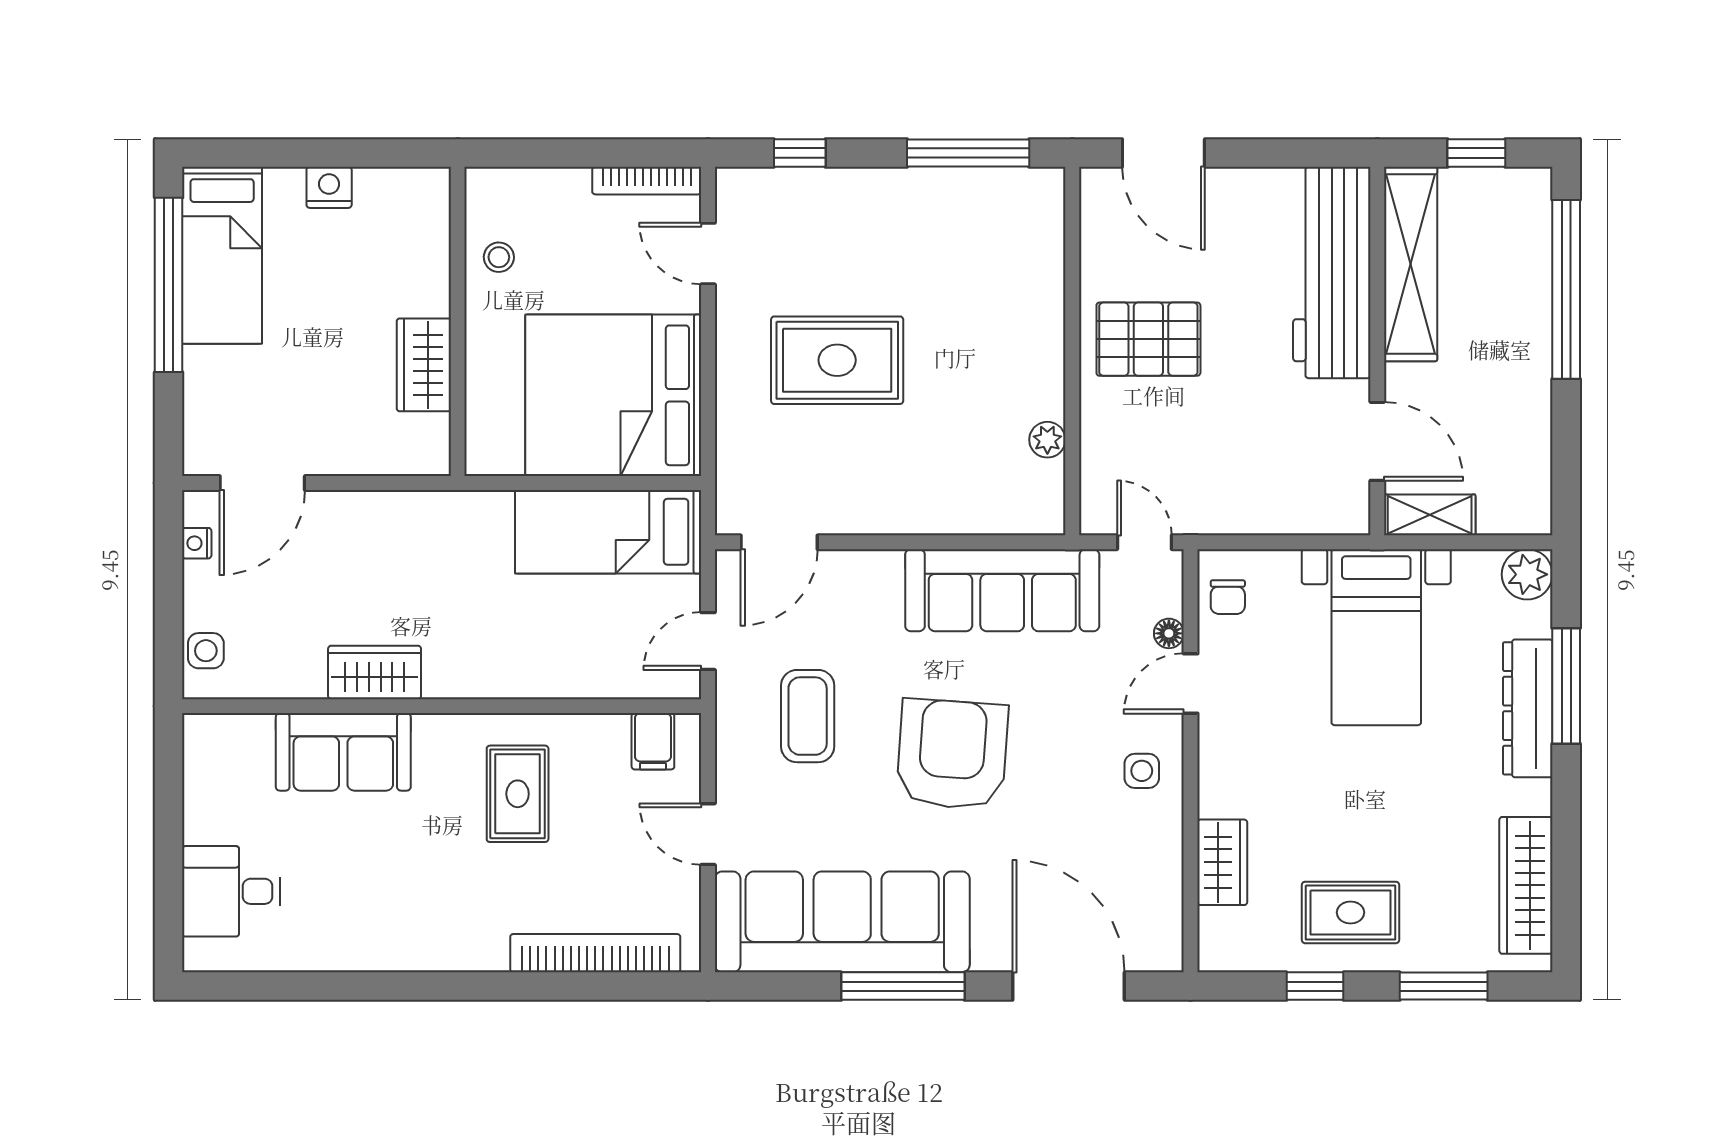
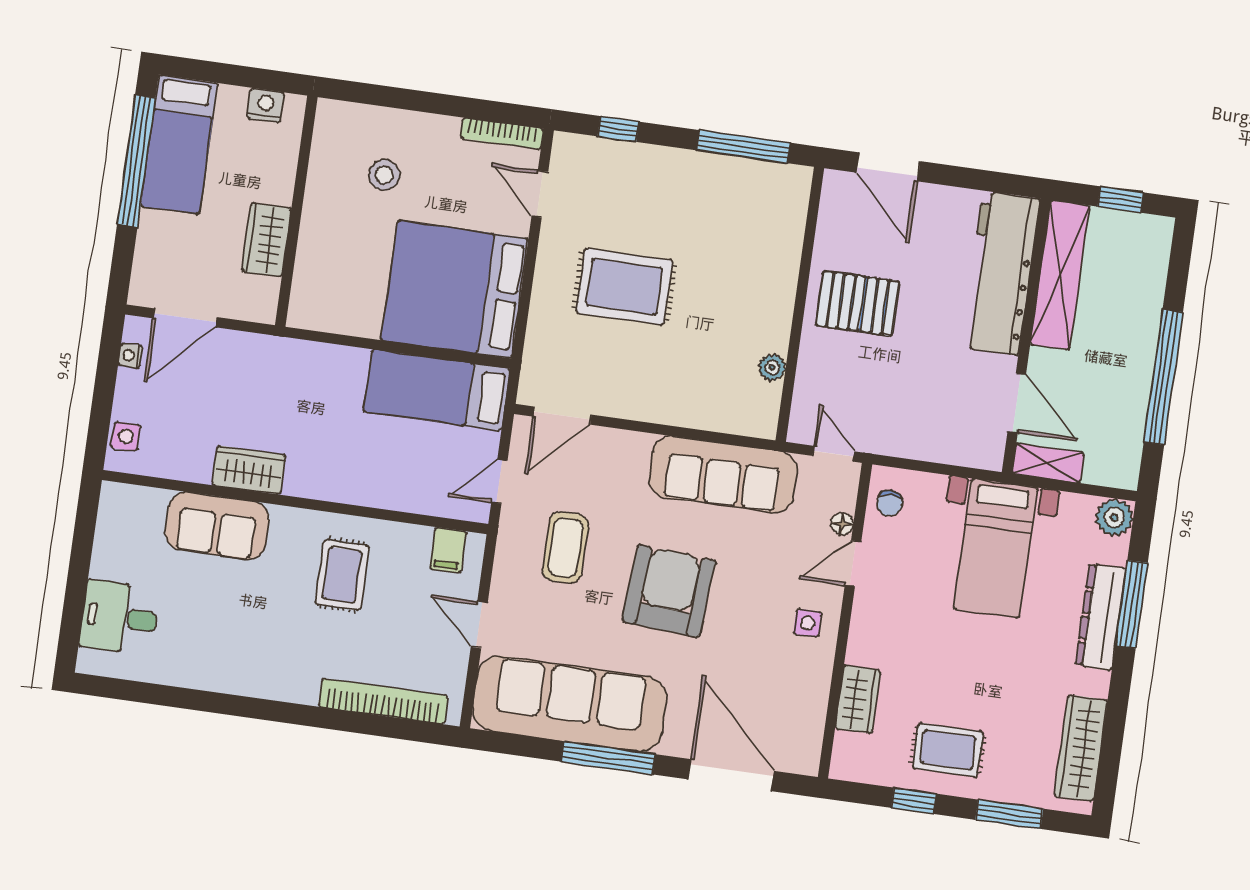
stool: (499, 257) -> (384, 175), width x1.37, depth x1.37
window: (1566, 289) -> (1163, 377), moved
wall: (458, 321) -> (296, 211), moved
wardrobe: (424, 365) -> (267, 240), moved

